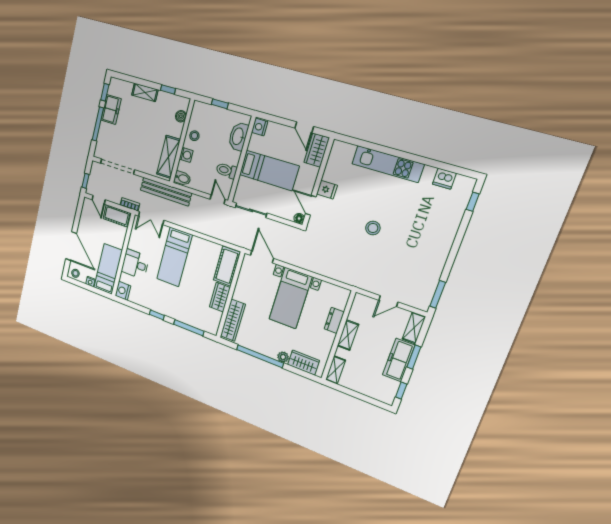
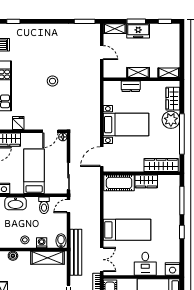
fridge: (327, 190) -> (18, 123), moved
plant: (283, 357) -> (171, 120), width x1.88, depth x1.88
freezer: (399, 360) -> (138, 31), width x0.71

